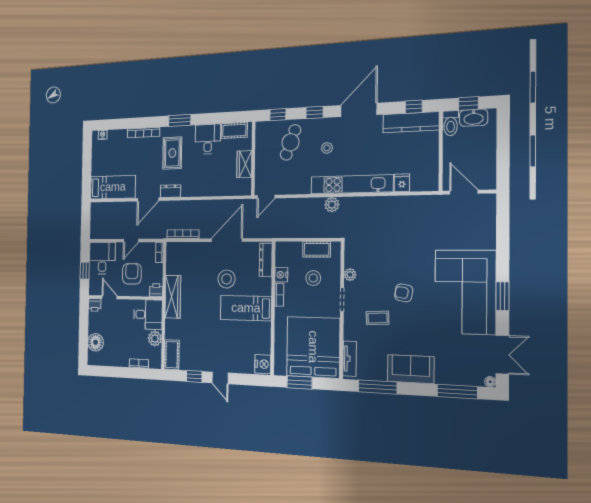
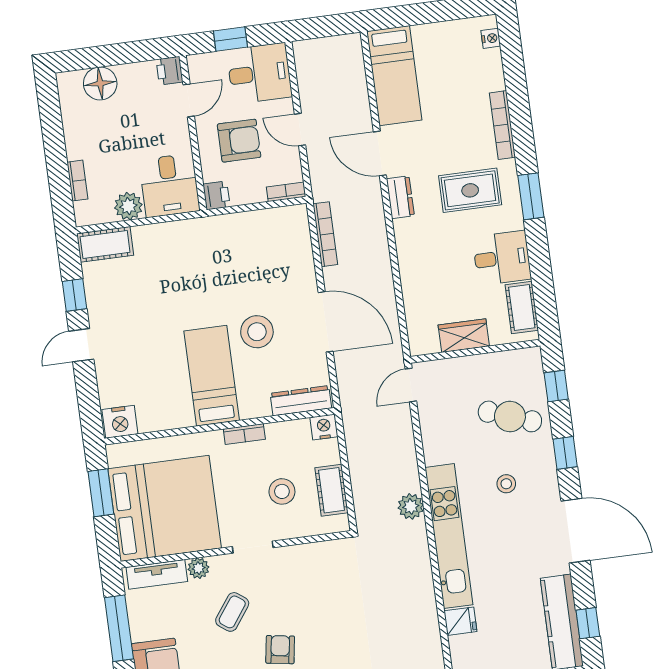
door: (266, 197) -> (411, 385), hinge flipped
nightstand: (281, 275) -> (324, 427), moved
plant: (350, 275) -> (199, 568), moved
wardrobe: (173, 297) -> (210, 231), removed
coffee table: (378, 318) -> (232, 612), turned 39

